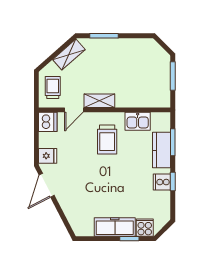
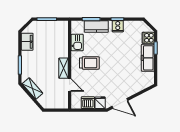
filing cabinet: (139, 47) -> (27, 42), added
trolley: (53, 88) -> (55, 99), removed
dishwasher: (48, 122) -> (88, 103), moved

